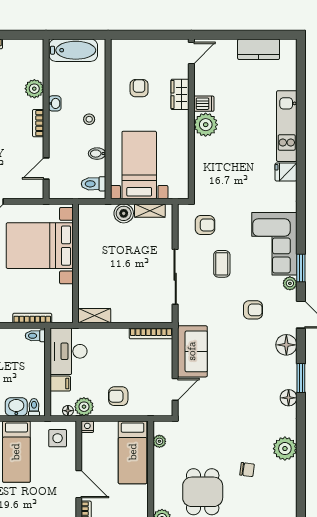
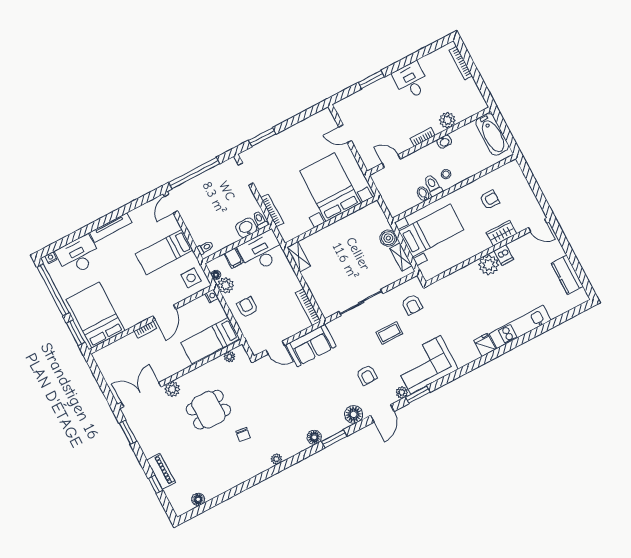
toilet: (94, 184) -> (433, 185), moved
washbasin: (16, 407) -> (246, 228), moved, turned -90
plant: (285, 449) -> (276, 459), width x0.53, depth x0.53

